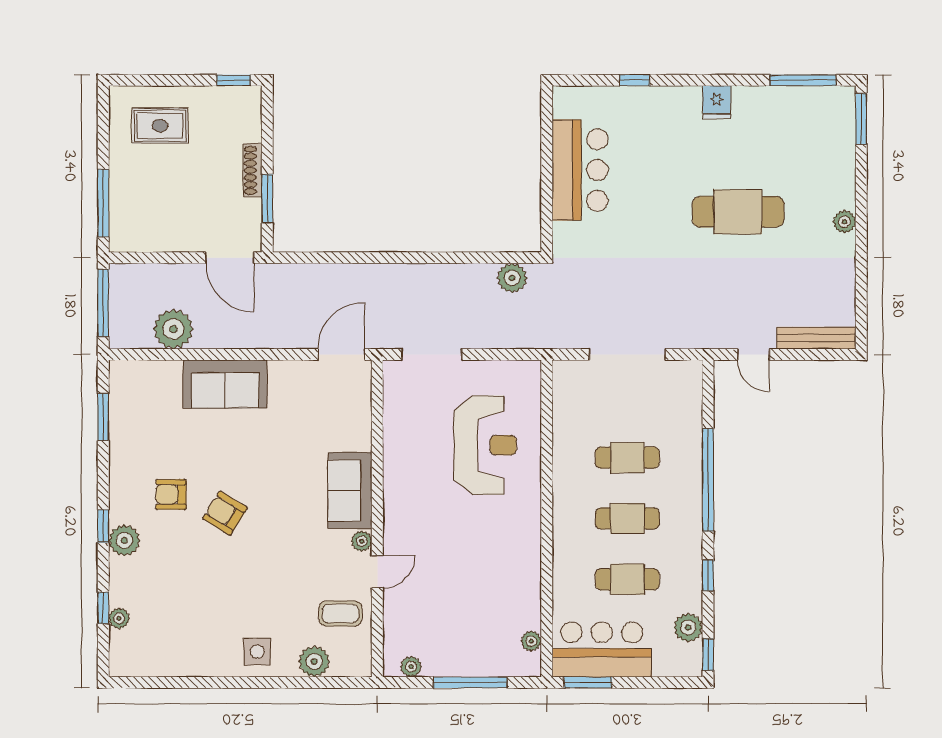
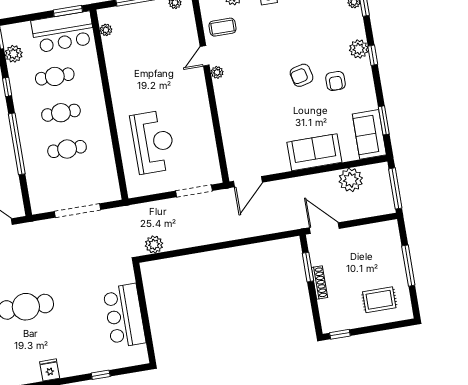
window: (103, 203) -> (408, 266), moved
reception desk: (485, 445) -> (153, 142), turned 180
sofa: (350, 491) -> (369, 134), moved, turned 180
armchair: (171, 494) -> (335, 81), turned 90
armchair: (225, 513) -> (302, 75), turned 135

